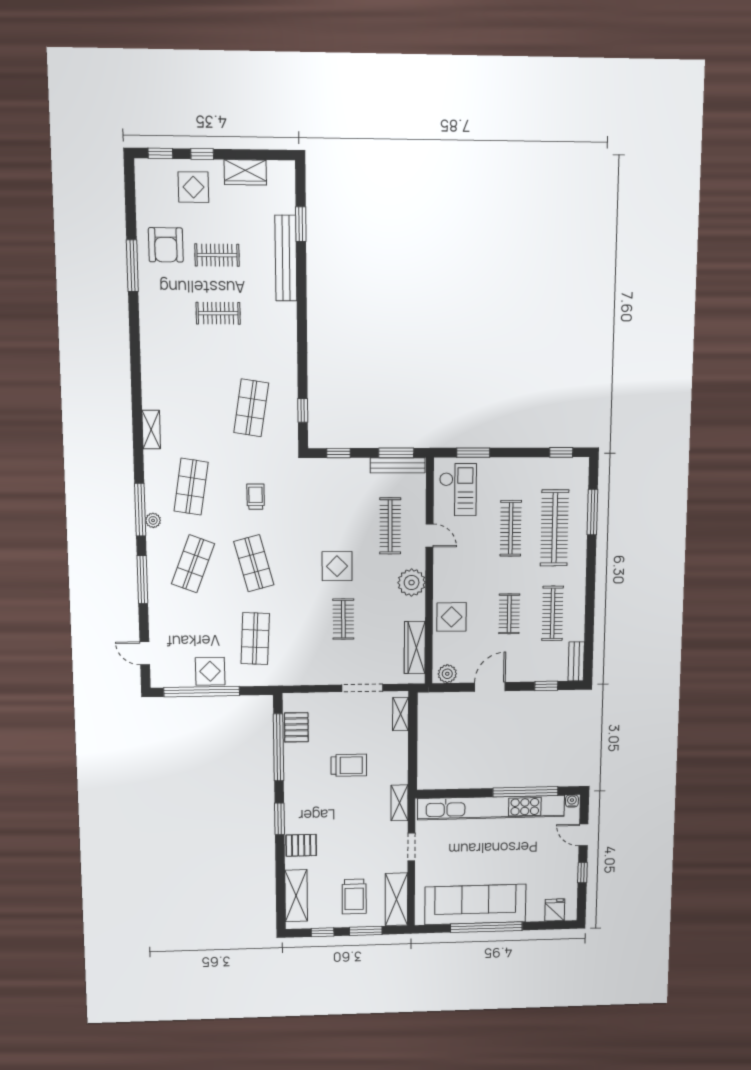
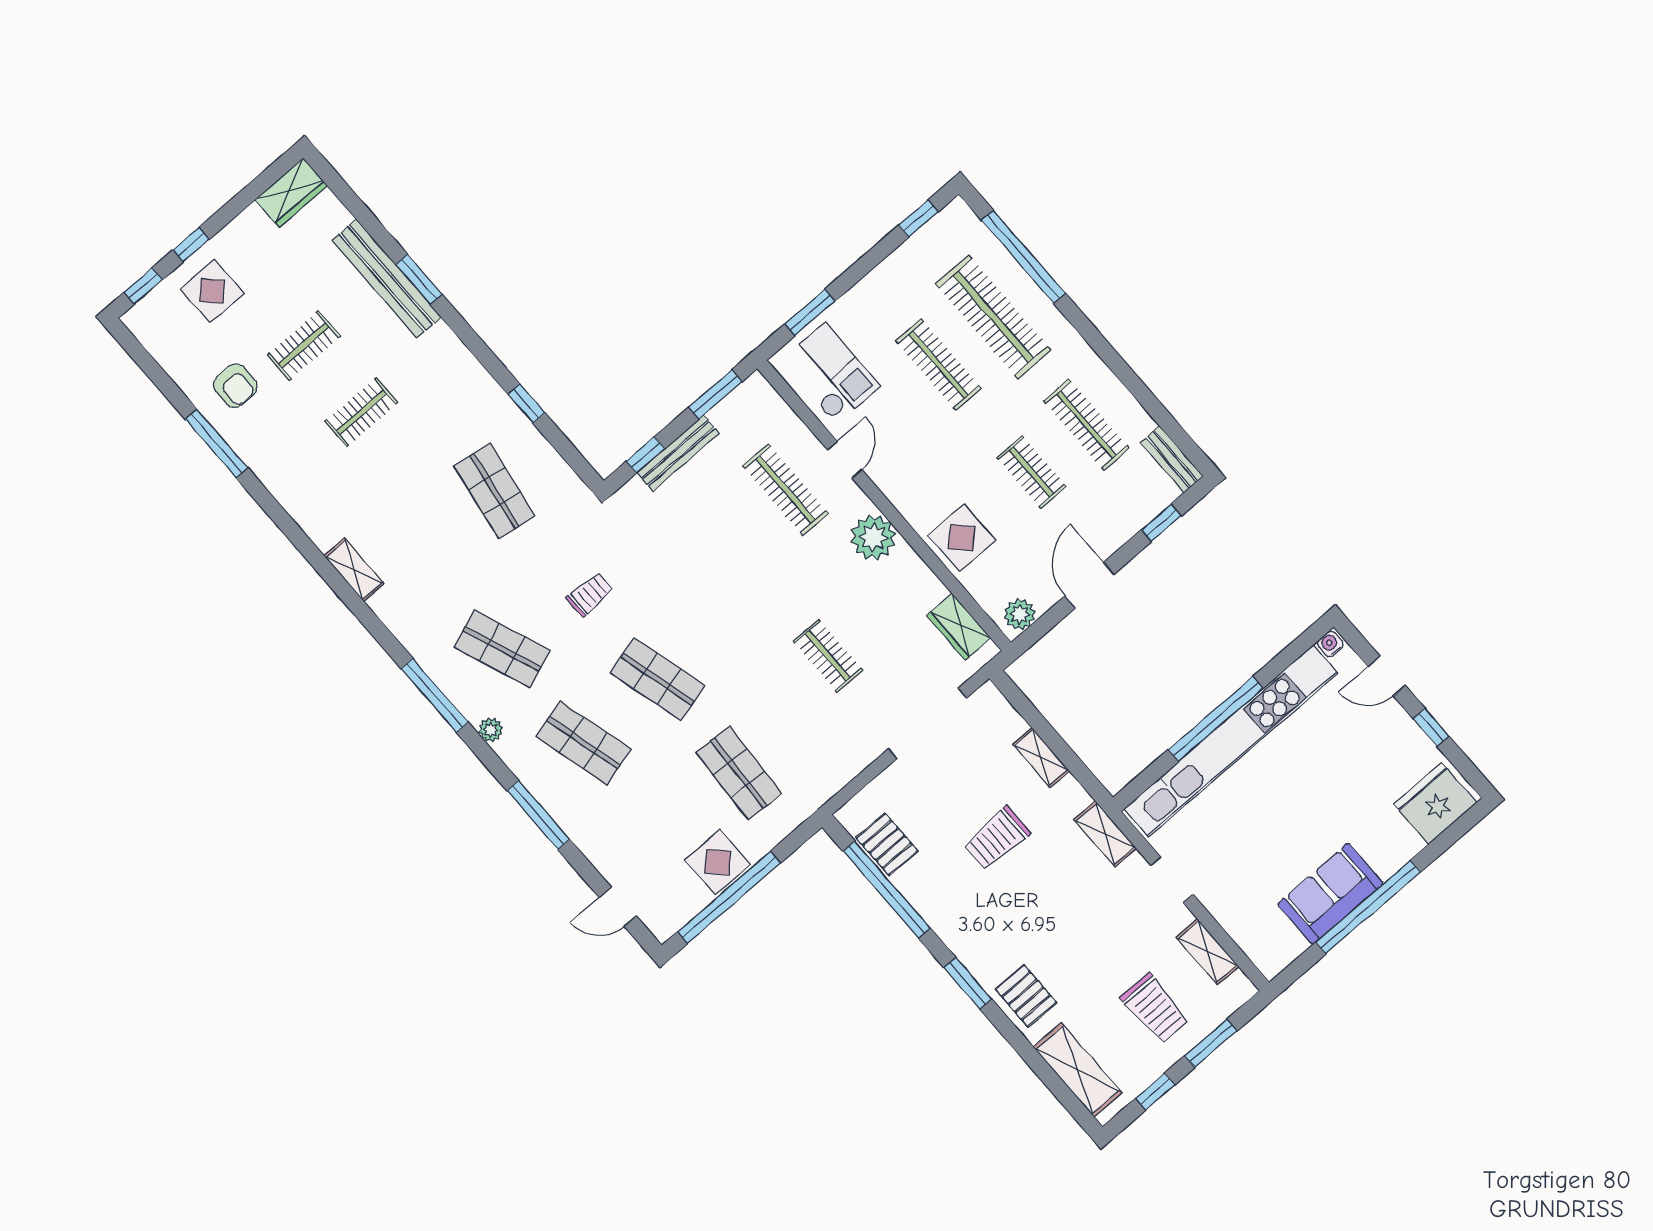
wardrobe: (245, 172) -> (291, 193), moved
window: (301, 224) -> (419, 280), moved
armchair: (166, 245) -> (235, 386), width x0.72, depth x0.72
window: (303, 410) -> (526, 404), moved
shelving: (151, 430) -> (354, 570), moved
bench: (398, 465) -> (678, 453), moved
shop shelf: (191, 487) -> (502, 649), turned -30
trolley: (256, 497) -> (590, 594), turned 90
window: (140, 510) -> (435, 695), moved
window: (592, 512) -> (1023, 257), width x1.46
door: (429, 535) -> (845, 460), hinge flipped
shop shelf: (193, 564) -> (584, 743), turned -36
display table: (337, 566) -> (763, 596), removed
wardrobe: (415, 648) -> (959, 627), width x0.67
doorway: (362, 688) -> (928, 723), width x1.36
shelving: (401, 714) -> (1041, 758), moved
trolley: (349, 765) -> (997, 838), turned 180
window: (525, 792) -> (1216, 719), moved
pallet: (301, 845) -> (1026, 996), turned 90
shelving: (397, 899) -> (1207, 952), width x0.67, depth x0.75
sofa: (475, 904) -> (1330, 894), width x0.54, depth x0.79
fridge: (555, 910) -> (1435, 803), width x1.88, depth x1.34

